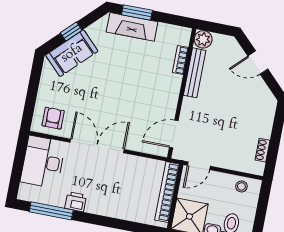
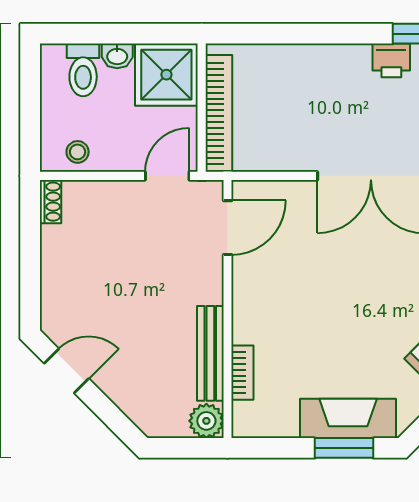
door: (258, 62) -> (66, 371), moved
shoe rack: (263, 150) -> (51, 202), moved

